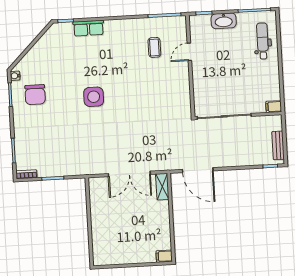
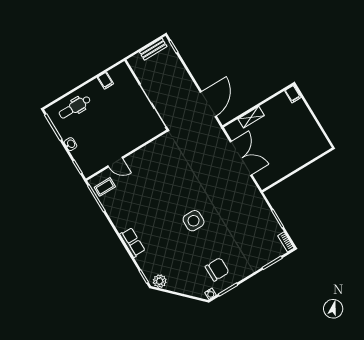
washbasin: (224, 21) -> (71, 144), width x0.52, depth x0.69
row of seats: (88, 28) -> (132, 242), moved
plant: (53, 34) -> (160, 281), added
coffee table: (154, 47) -> (105, 187), moved
filing cabinet: (274, 107) -> (105, 81), moved
shelving: (162, 187) -> (251, 117), moved

